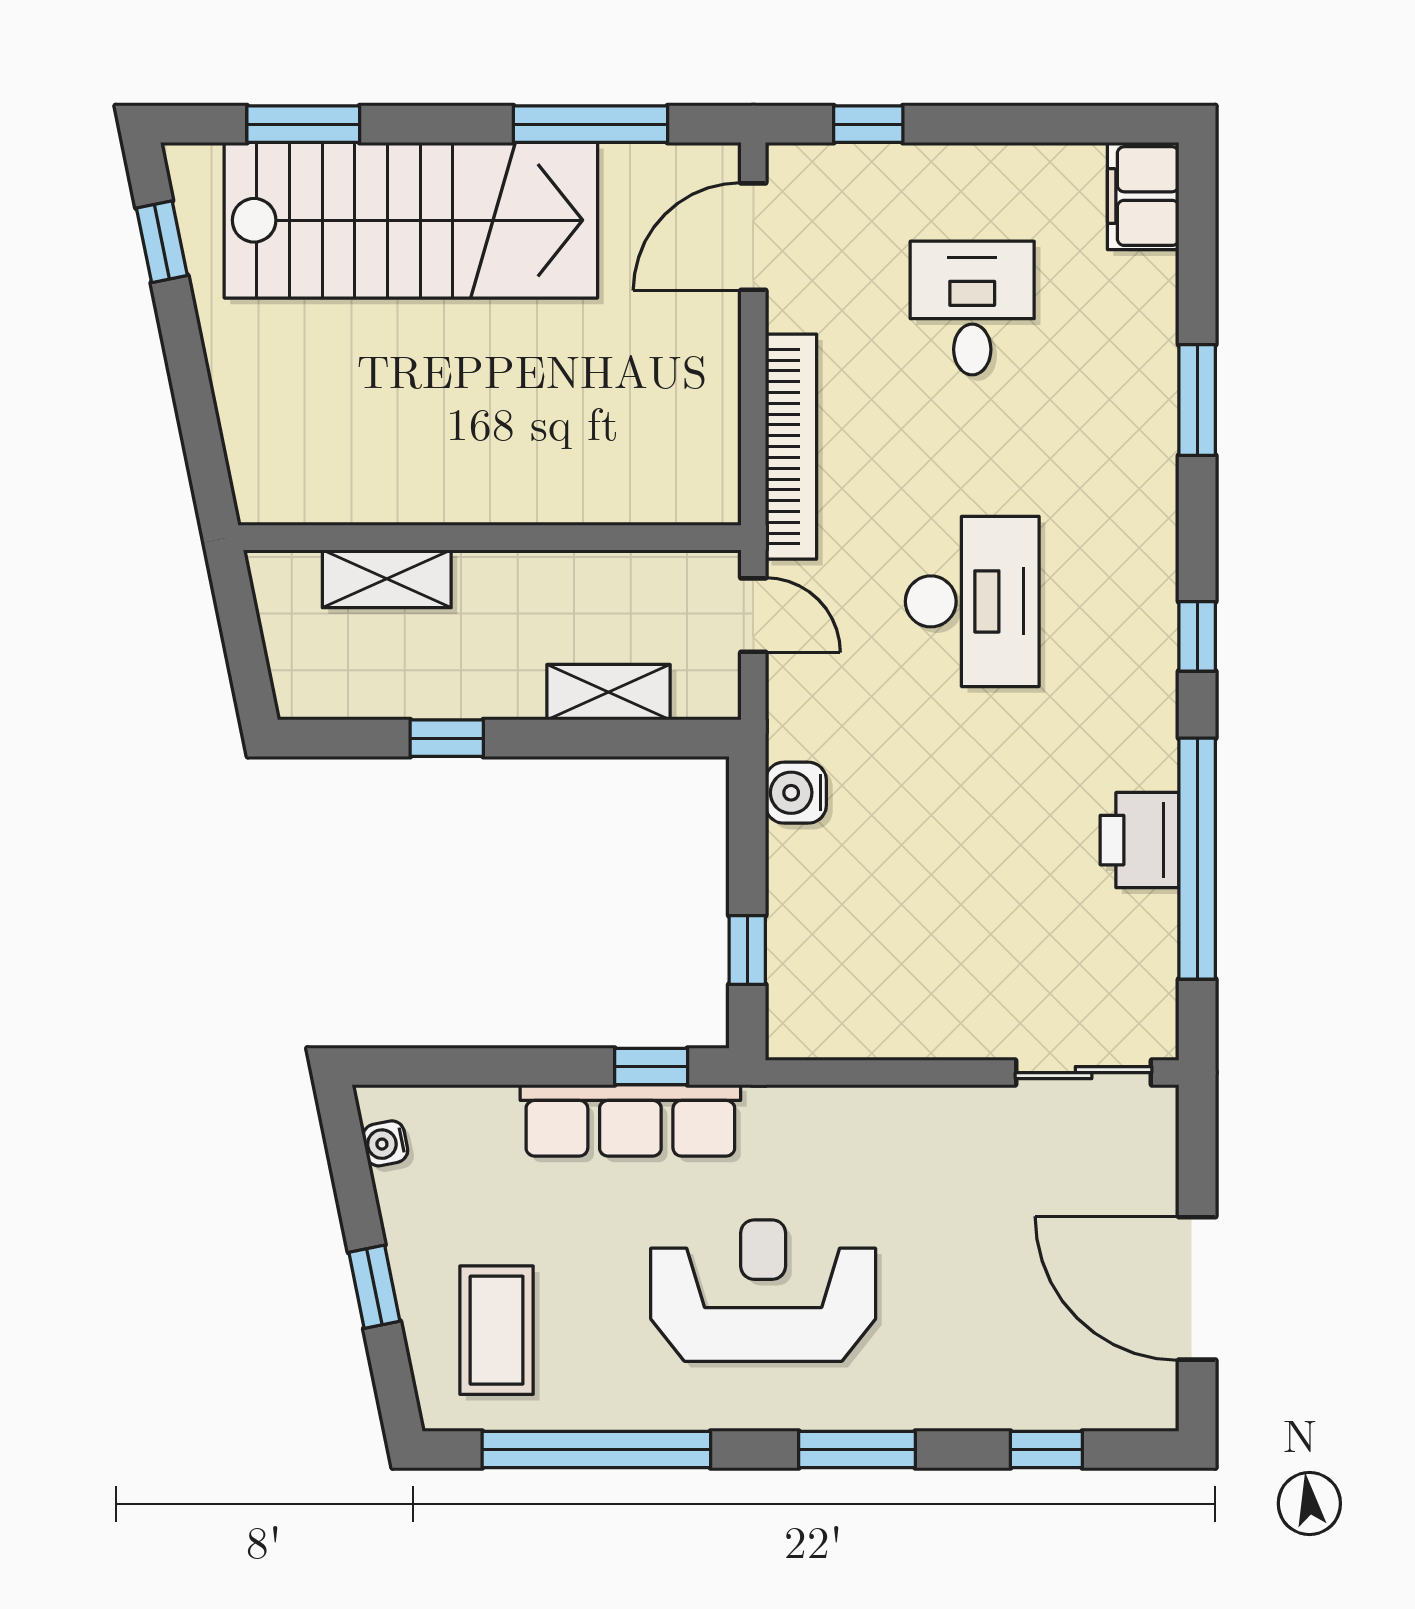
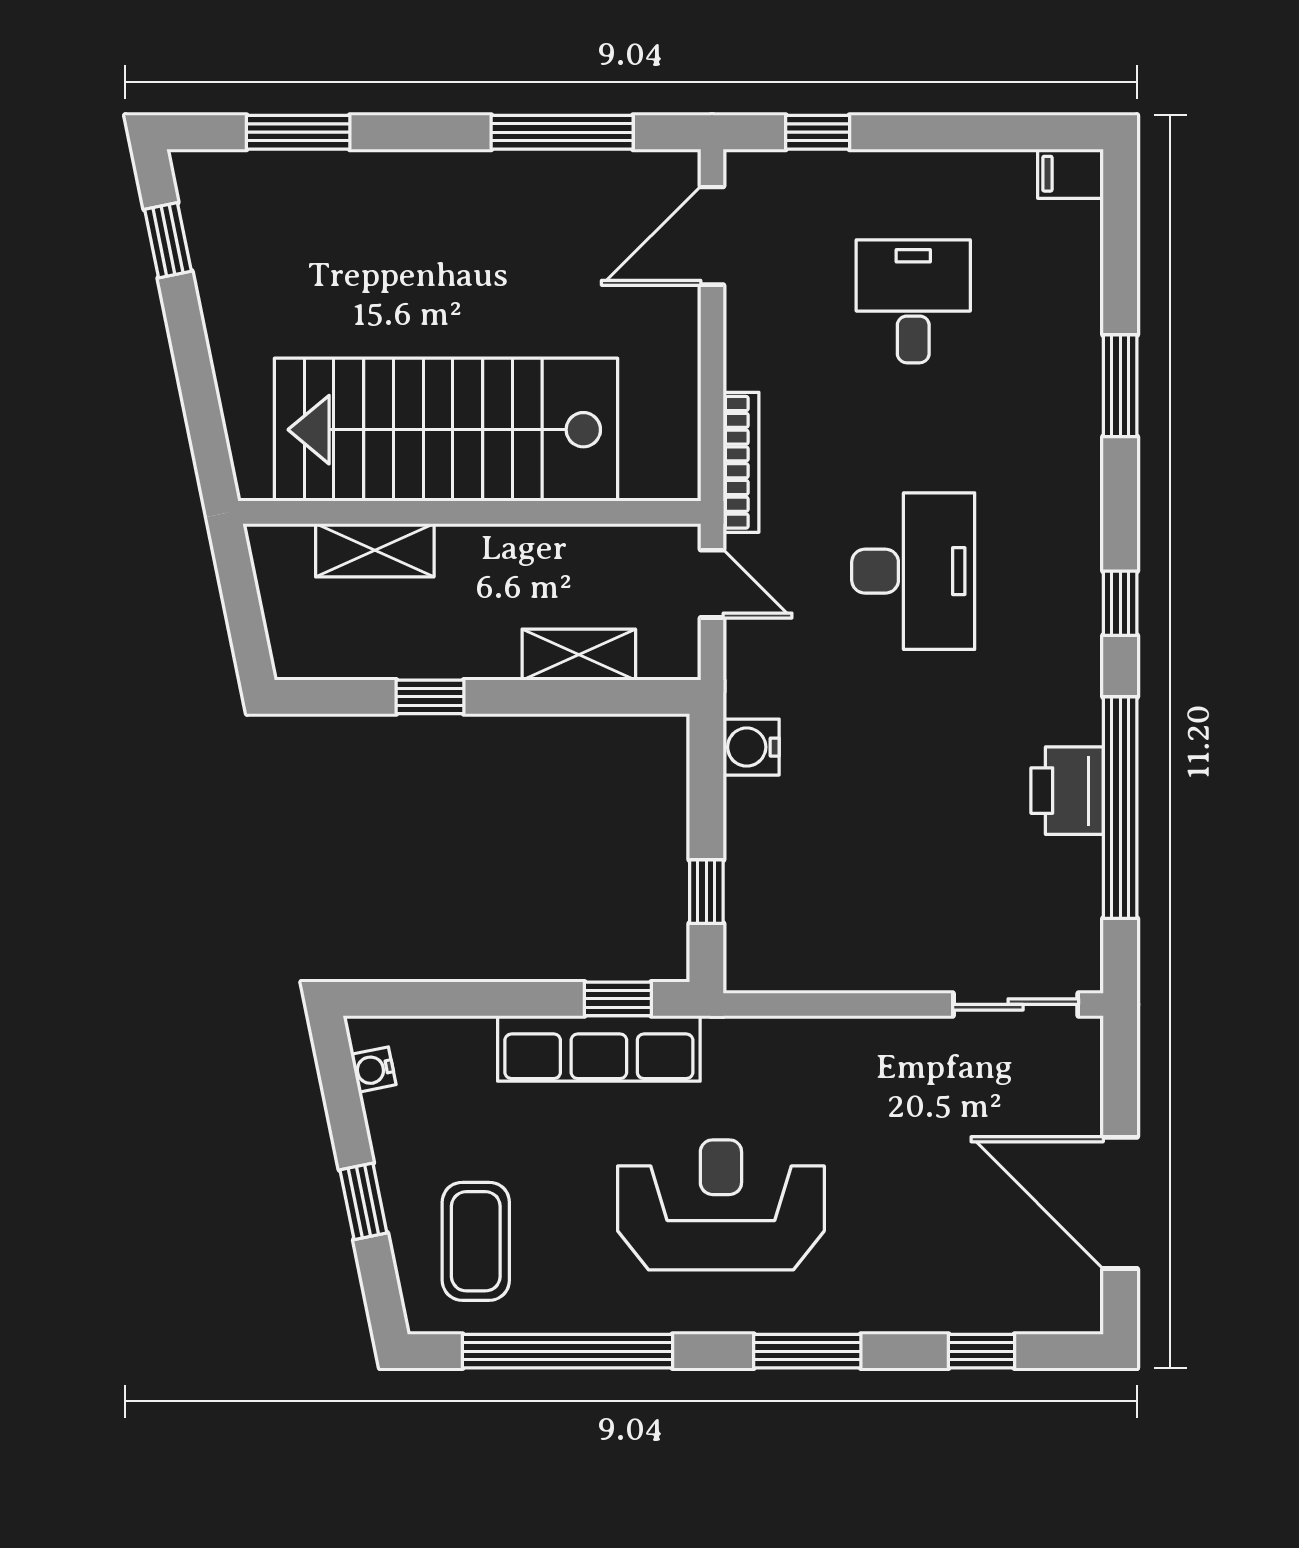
filing cabinet: (1143, 196) -> (1070, 174), width x0.50
stairs: (411, 220) -> (446, 430), moved, turned 180
bookcase: (791, 447) -> (741, 462), width x0.68, depth x0.76

